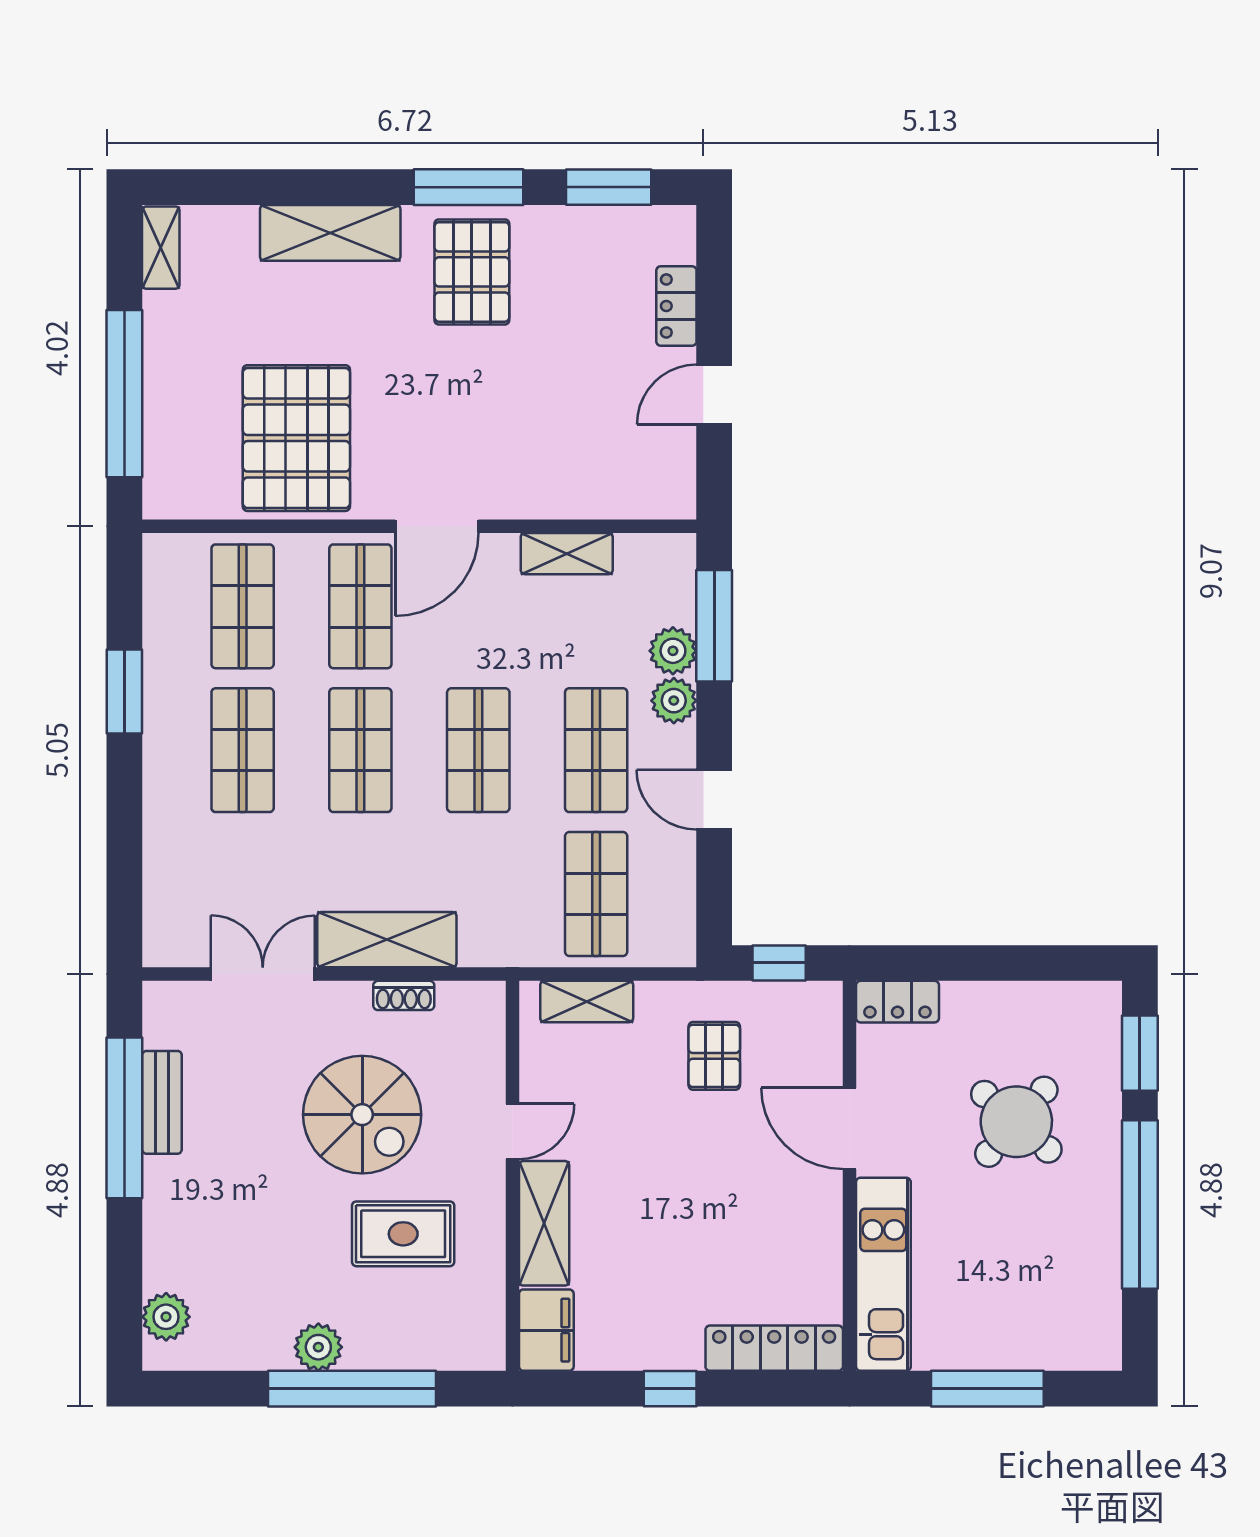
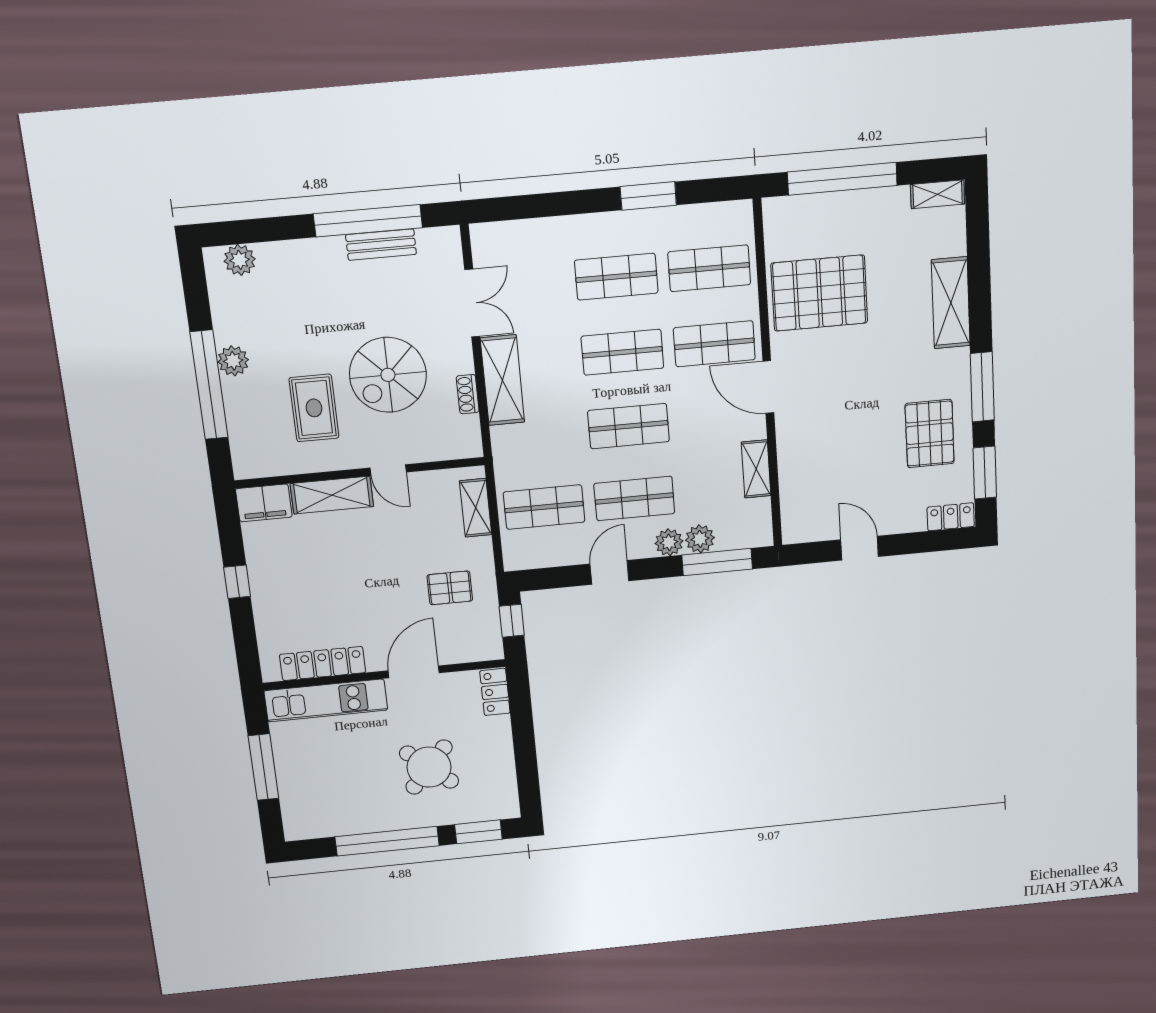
pallet: (472, 272) -> (930, 434), moved, turned 90
locker: (676, 306) -> (951, 517), moved
locker: (774, 1348) -> (323, 663), moved, turned -90

